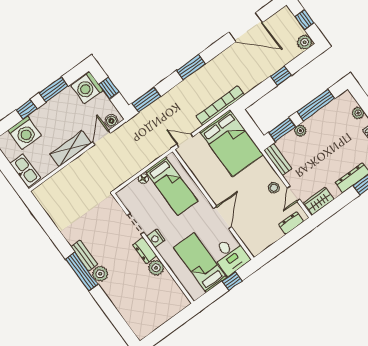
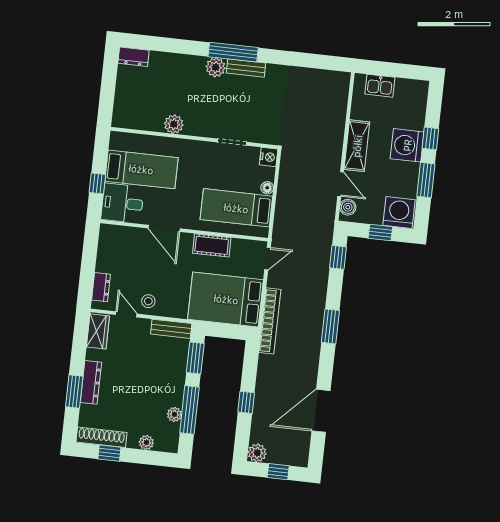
window: (146, 100) -> (338, 257), width x0.67
plant: (300, 131) -> (174, 414), moved
washing machine: (25, 133) -> (407, 145), moved
kitchen sink: (25, 171) -> (380, 86), width x0.73
cot: (207, 180) -> (212, 245), added
nightstand: (156, 238) -> (269, 157), moved, turned 90
dresser: (145, 250) -> (134, 57), moved, turned 180

